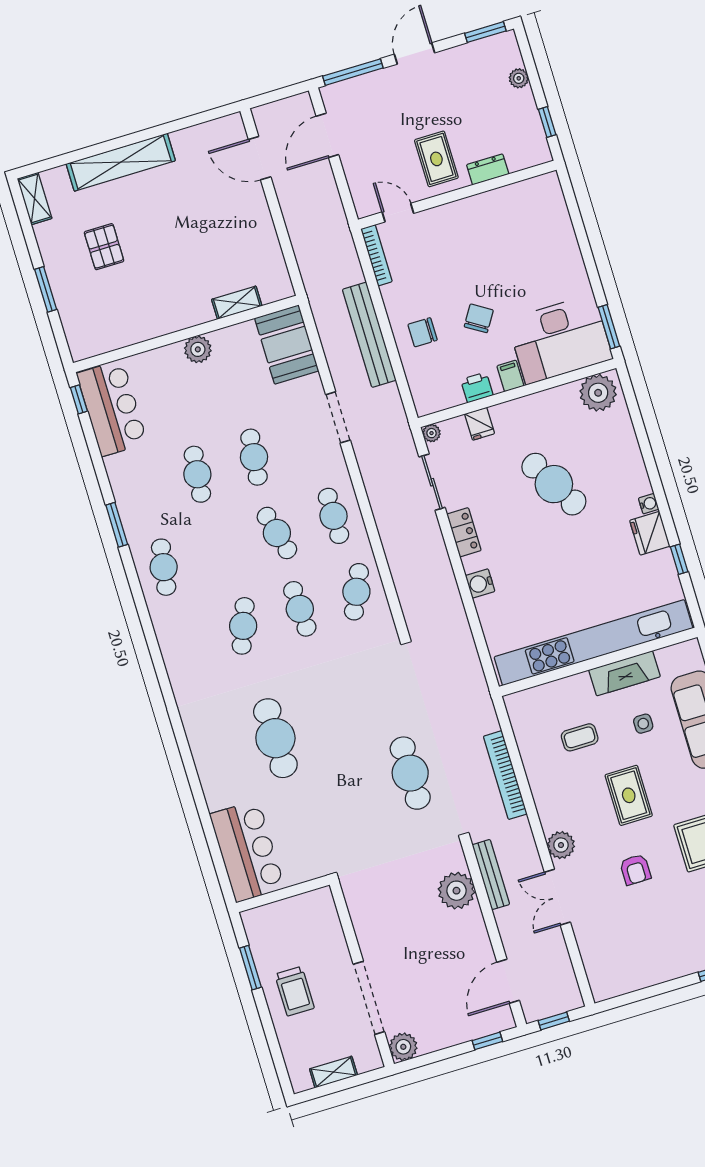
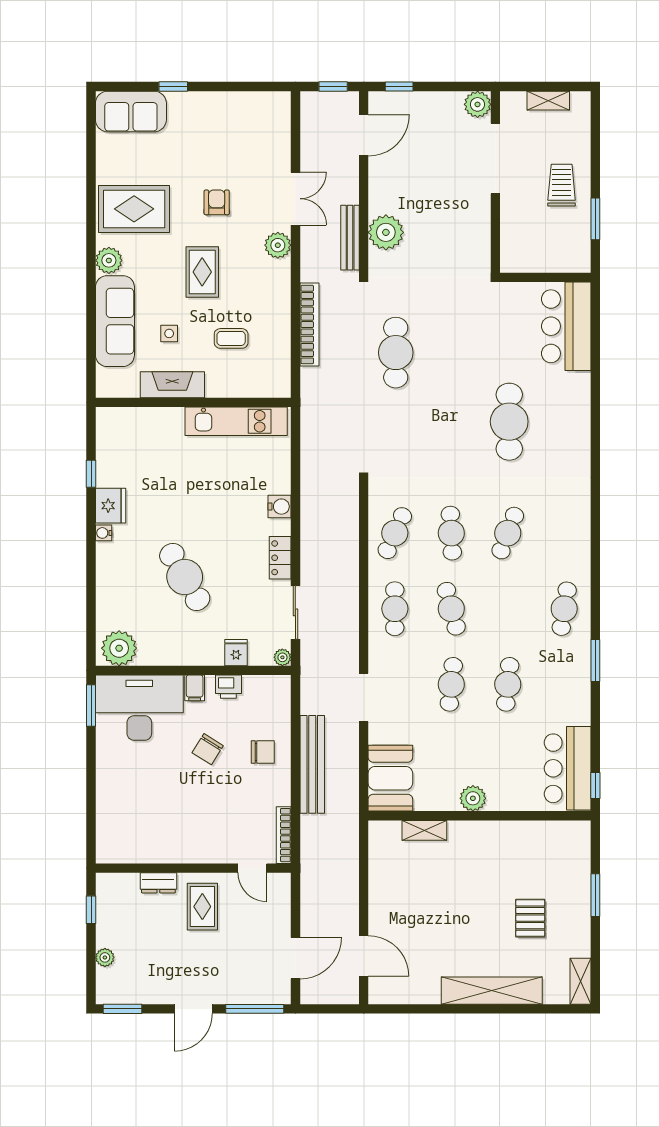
kitchen unit: (593, 643) -> (236, 421), width x0.54

